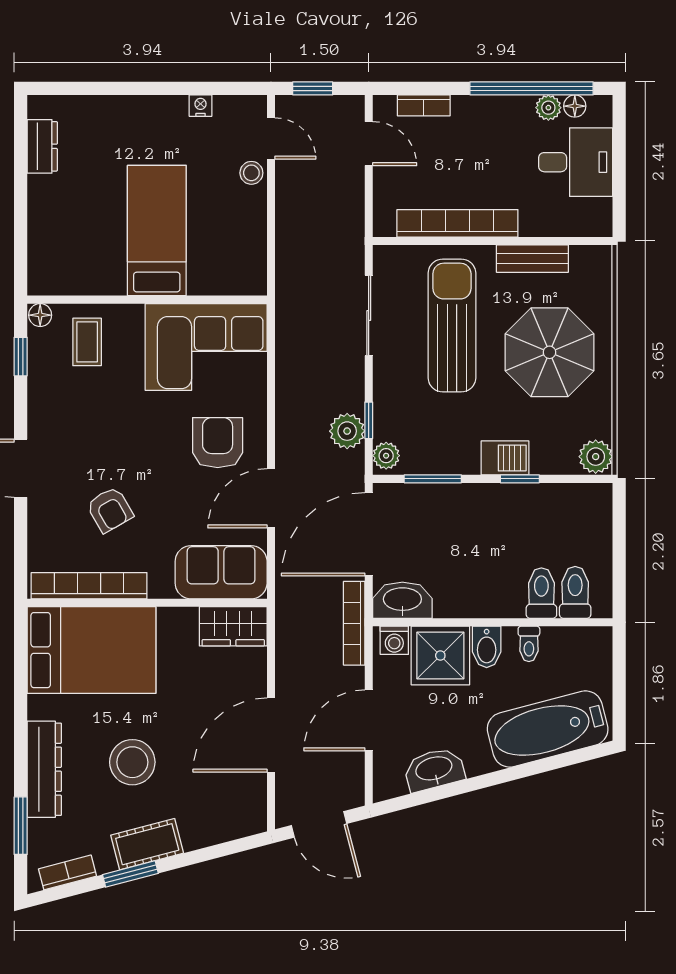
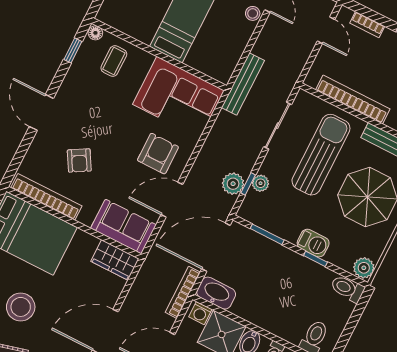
bench: (289, 281) -> (243, 84), added
plant: (386, 456) -> (260, 183), moved
toilet: (541, 593) -> (347, 289), moved, turned -90

